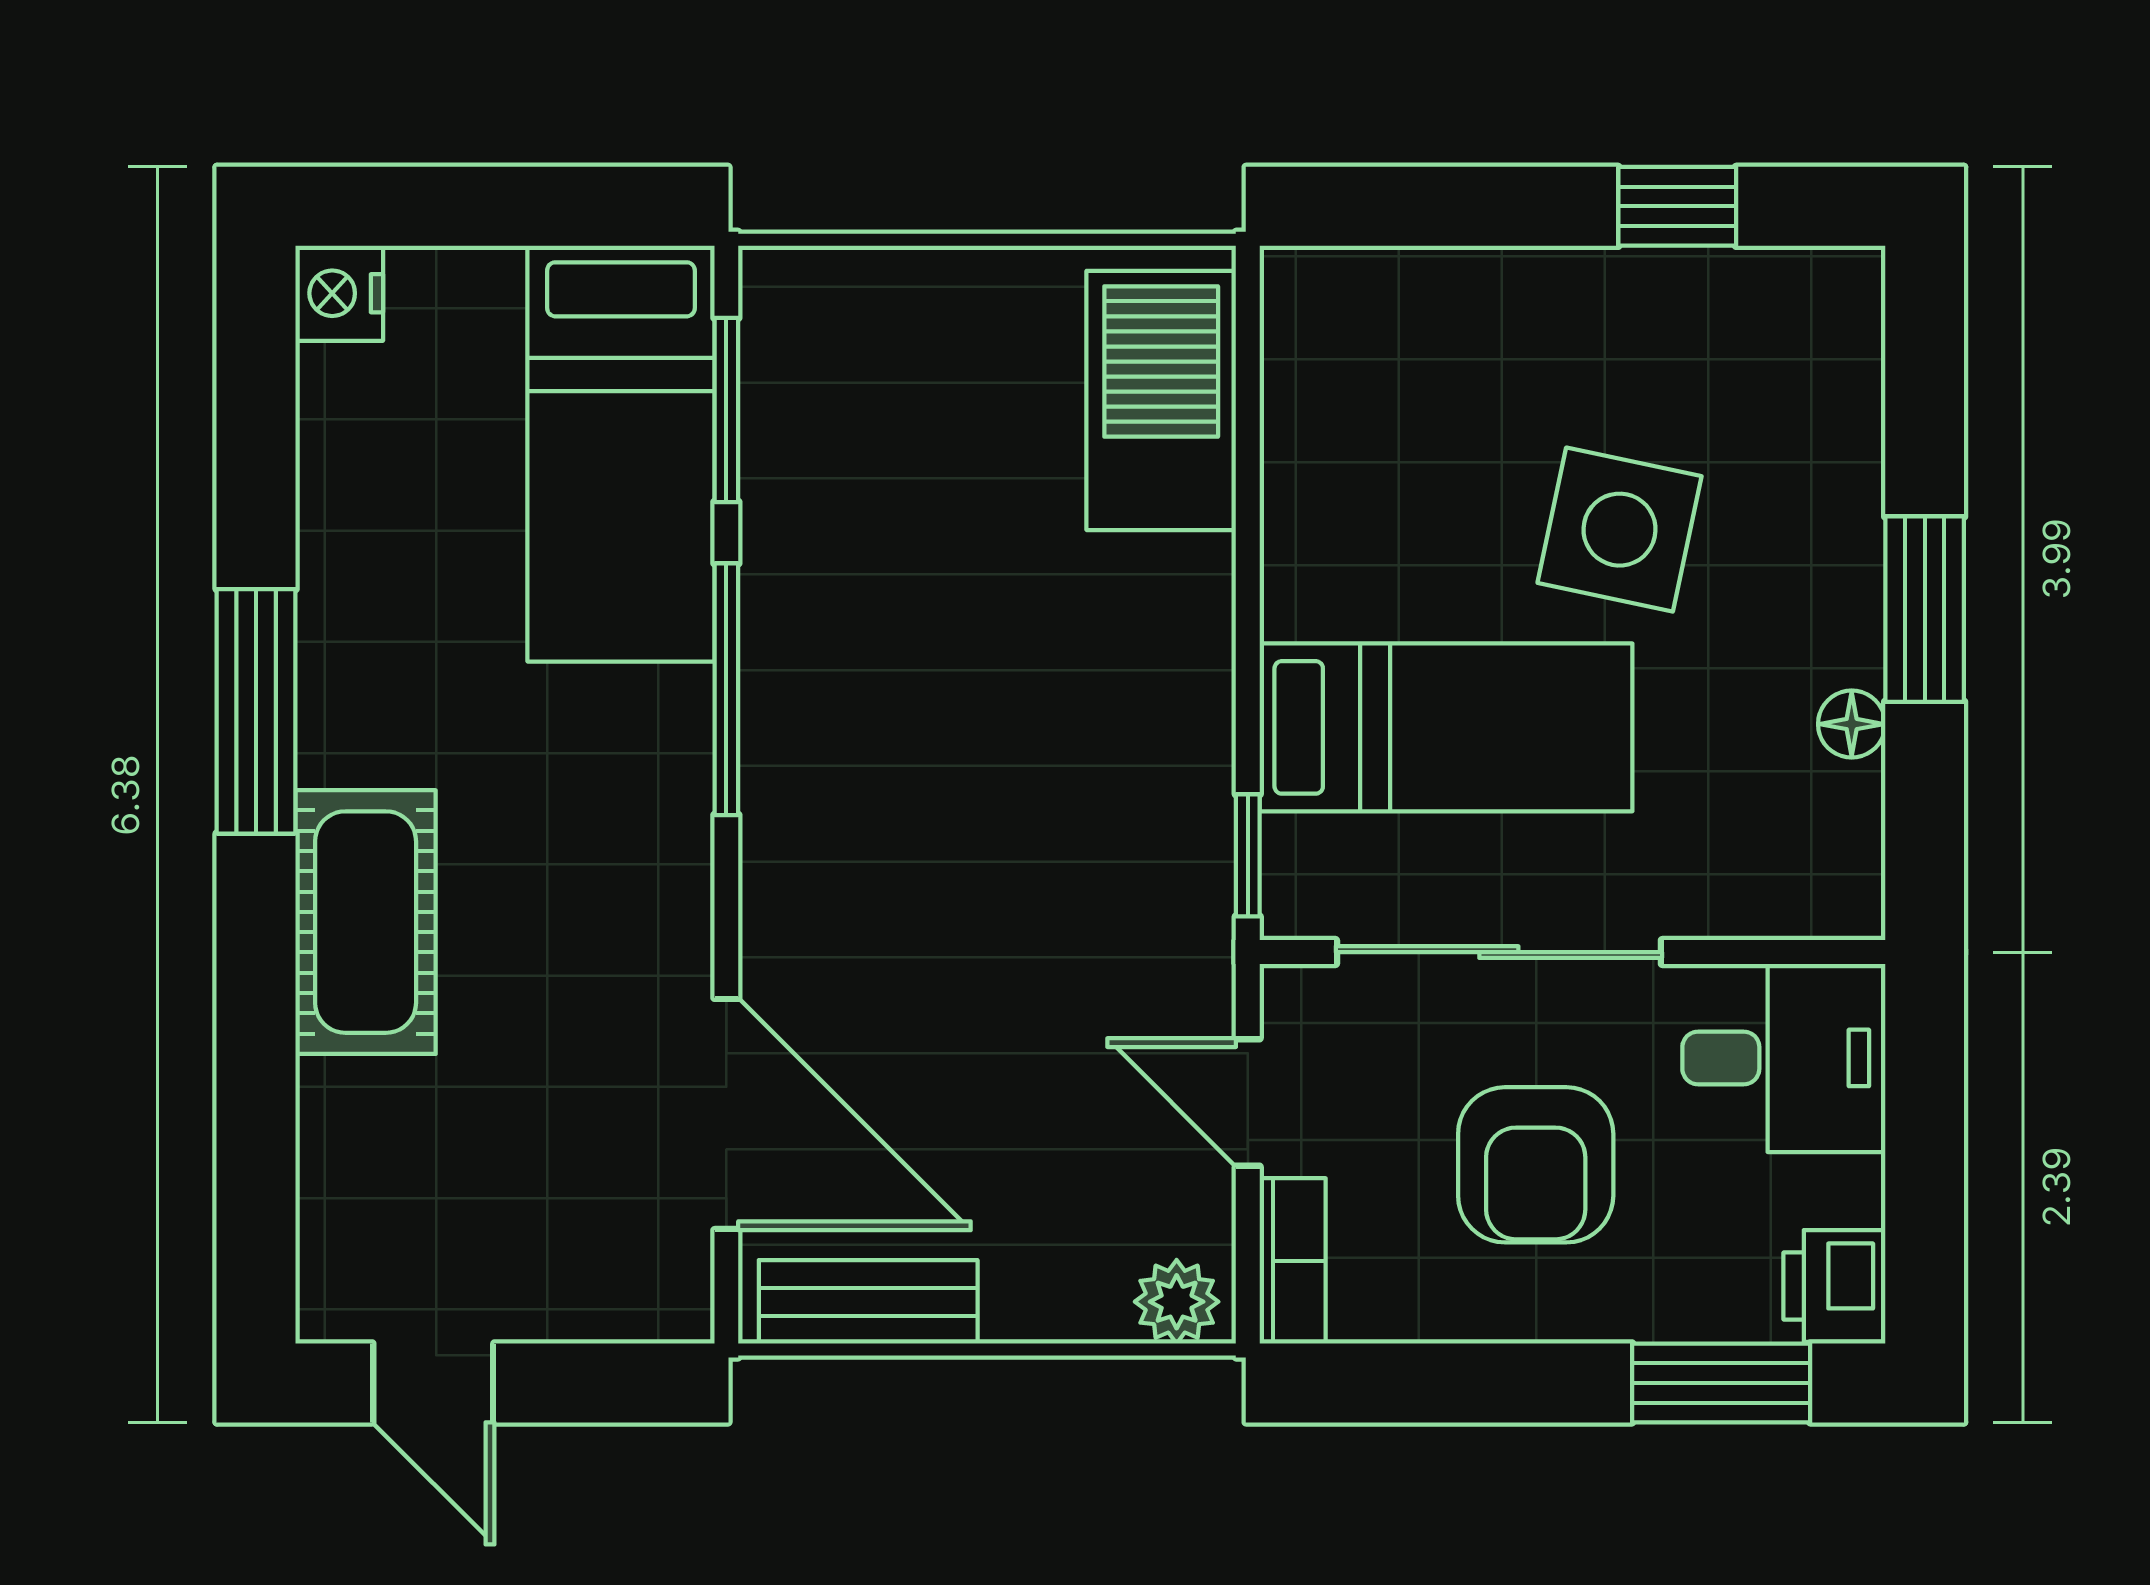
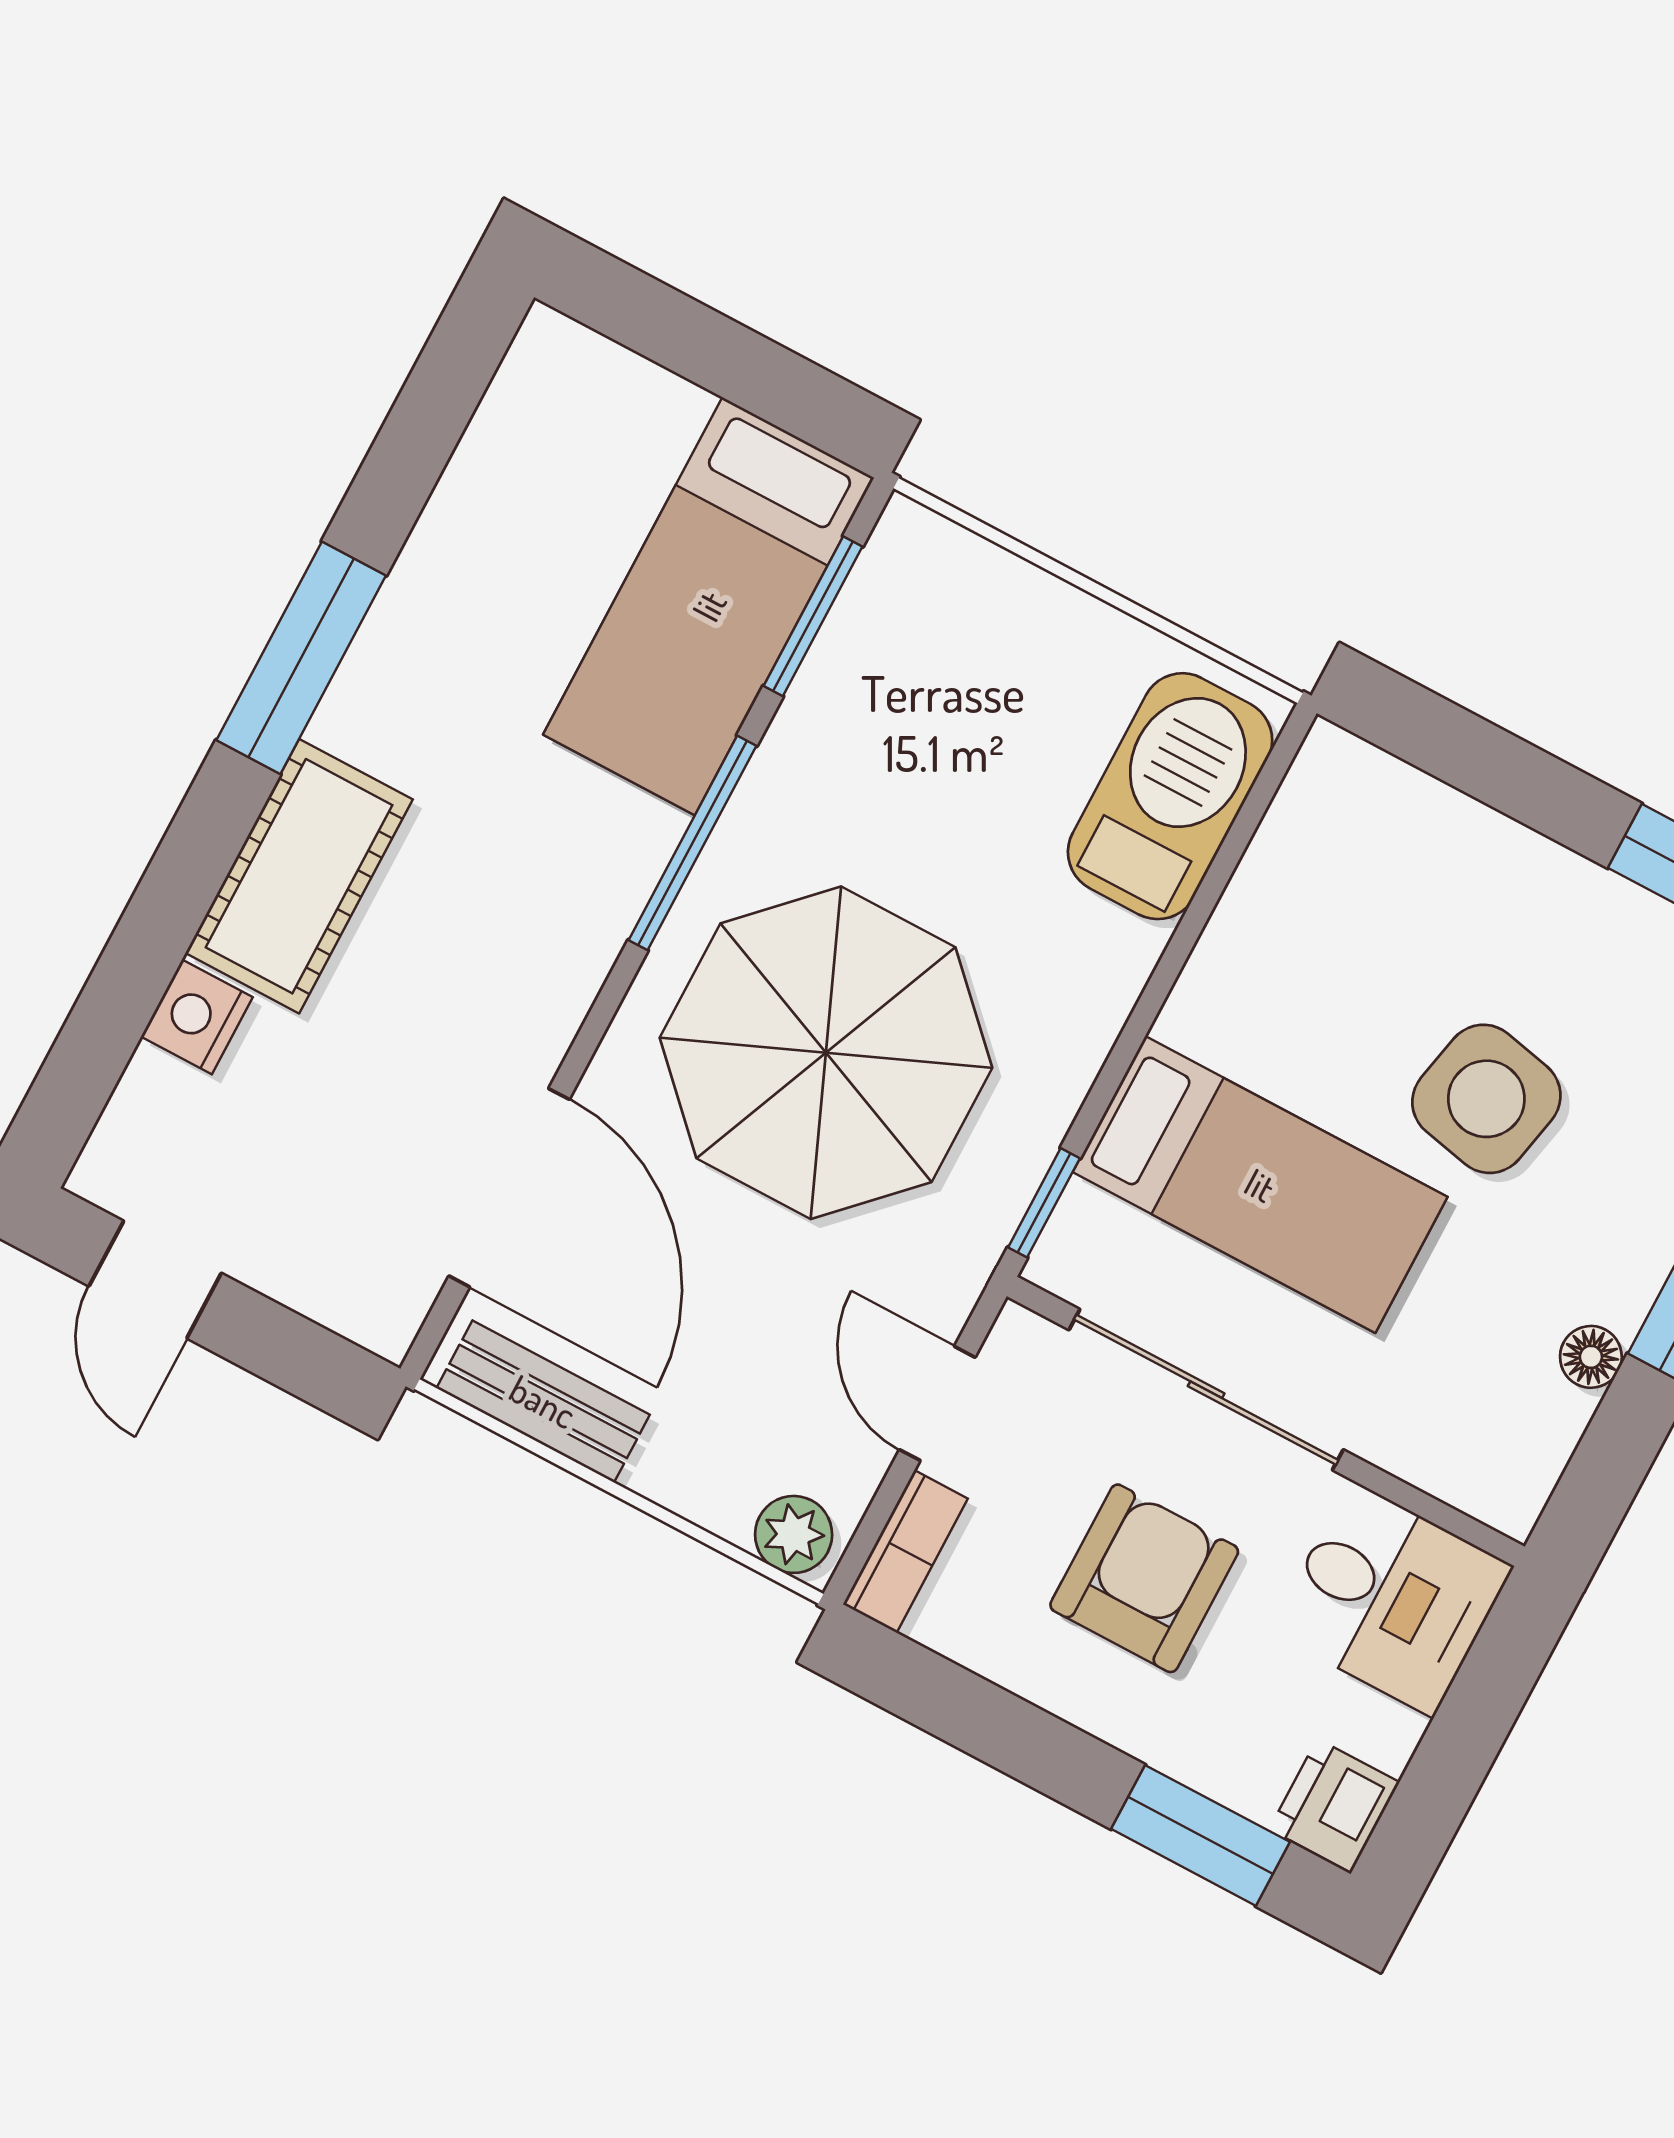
nightstand: (339, 293) -> (197, 1017), moved
parasol: (962, 823) -> (826, 1053), added
armchair: (1536, 1165) -> (1144, 1578), turned 180

